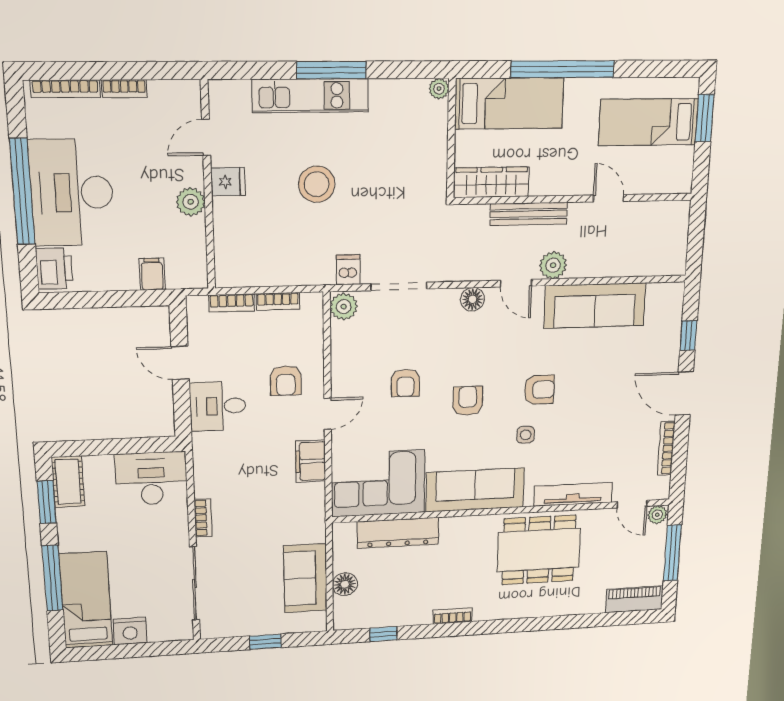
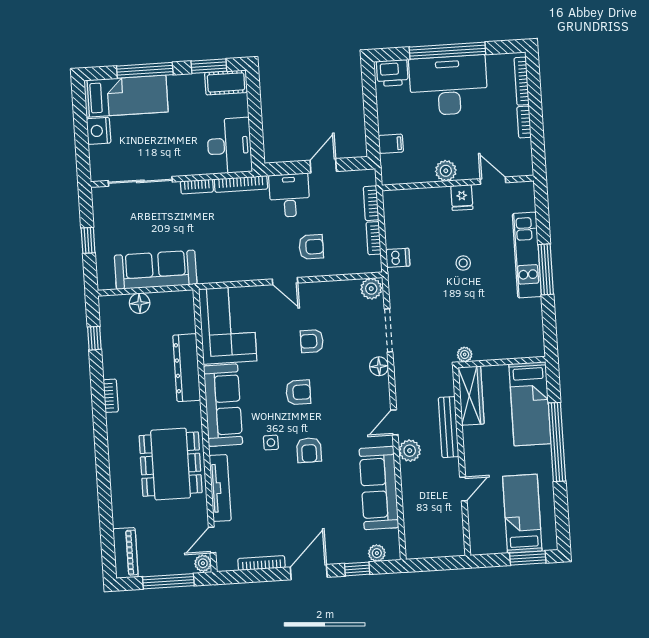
plant: (439, 89) -> (465, 354), moved
stool: (317, 184) -> (463, 263), width x0.53, depth x0.53
dishwasher: (348, 270) -> (398, 258), moved
floor lamp: (472, 299) -> (379, 366), moved
plant: (673, 311) -> (377, 553), added
armchair: (286, 381) -> (311, 247), turned 180
filing cabinet: (311, 461) -> (246, 270), removed
bookcase: (201, 465) -> (241, 184), added
dresser: (398, 533) -> (187, 368), moved
sofa: (305, 578) -> (156, 270), width x1.36

